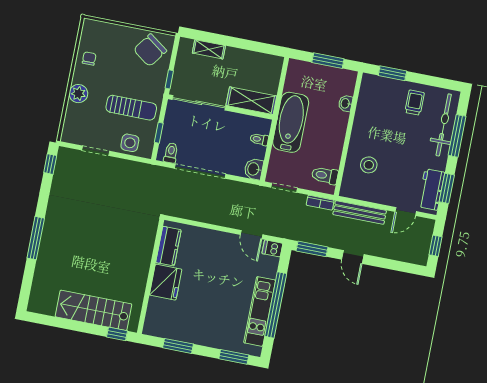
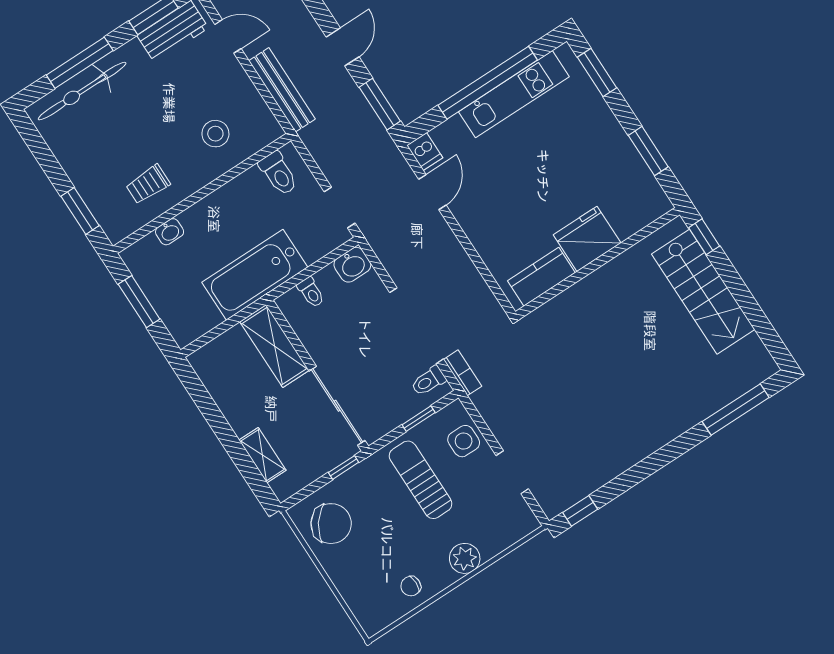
trolley: (415, 103) -> (148, 184), moved
bookcase: (320, 203) -> (463, 373), moved
window: (36, 238) -> (736, 409), moved

